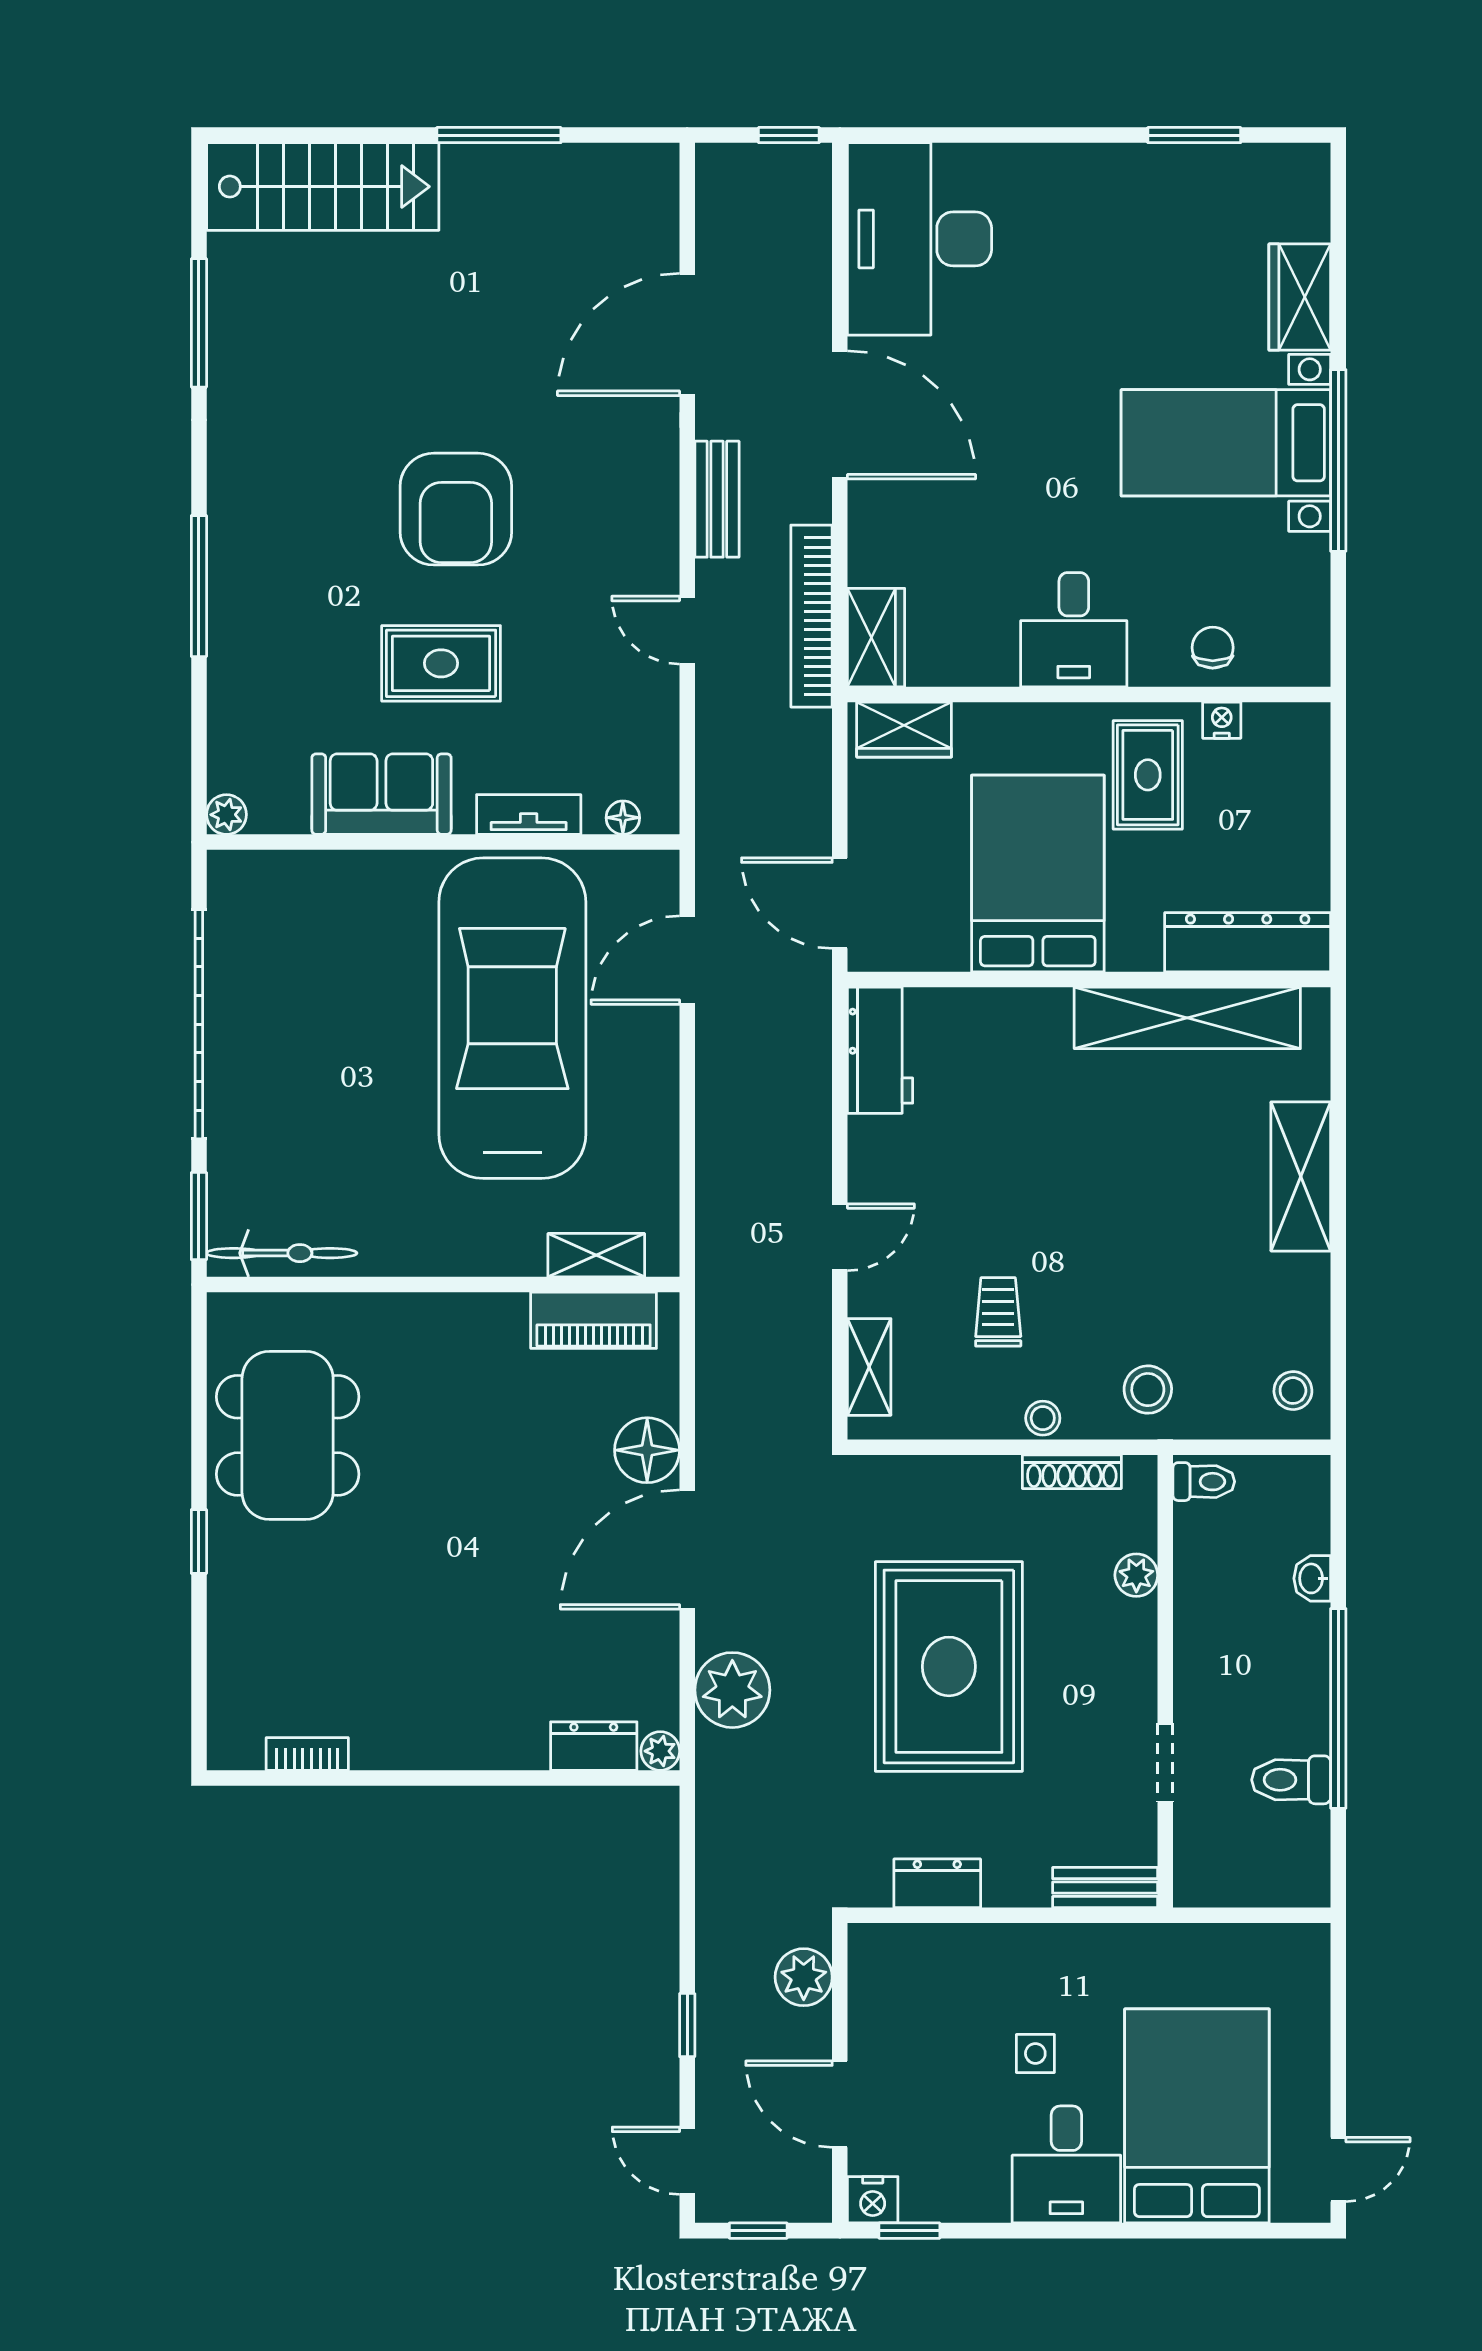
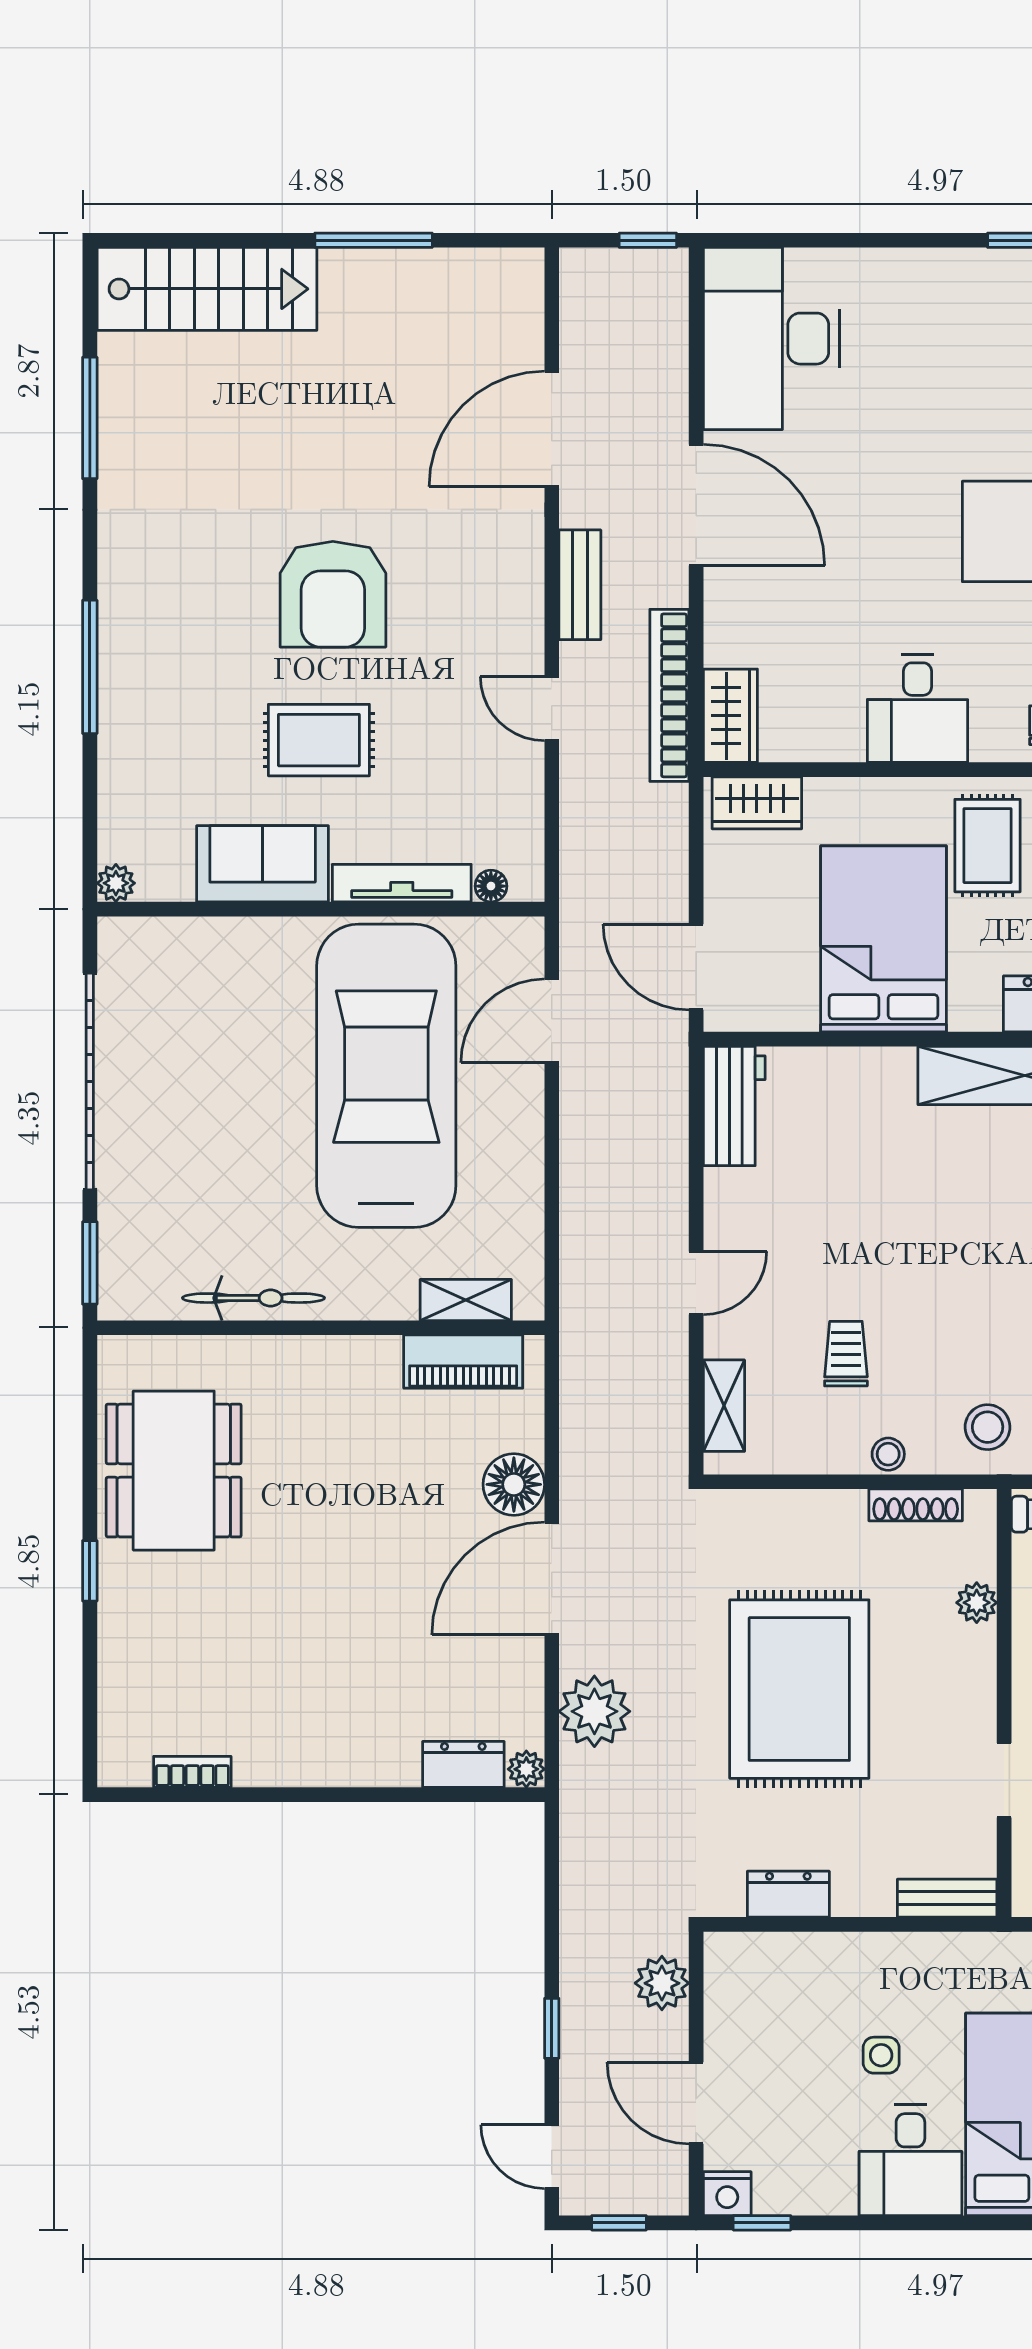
tv unit: (529, 815) -> (402, 883), width x1.41
bicycle: (282, 1253) -> (253, 1298), moved

